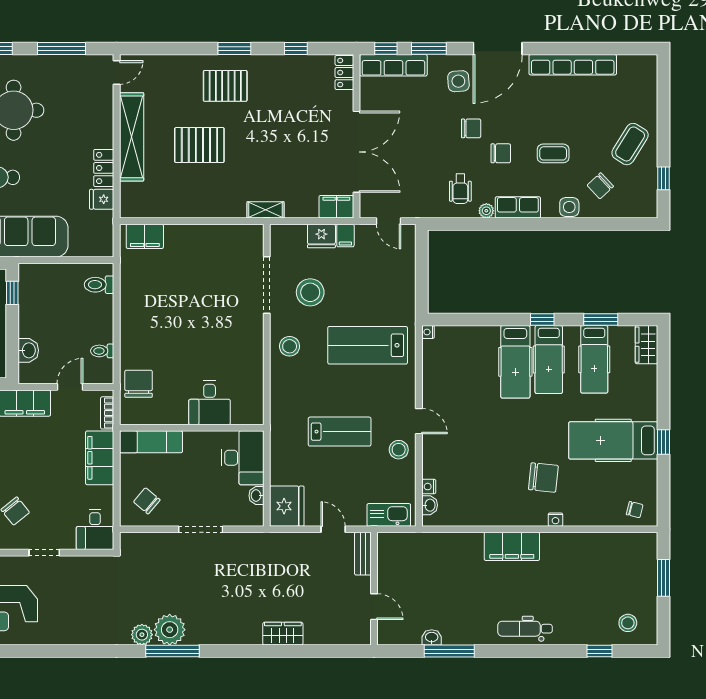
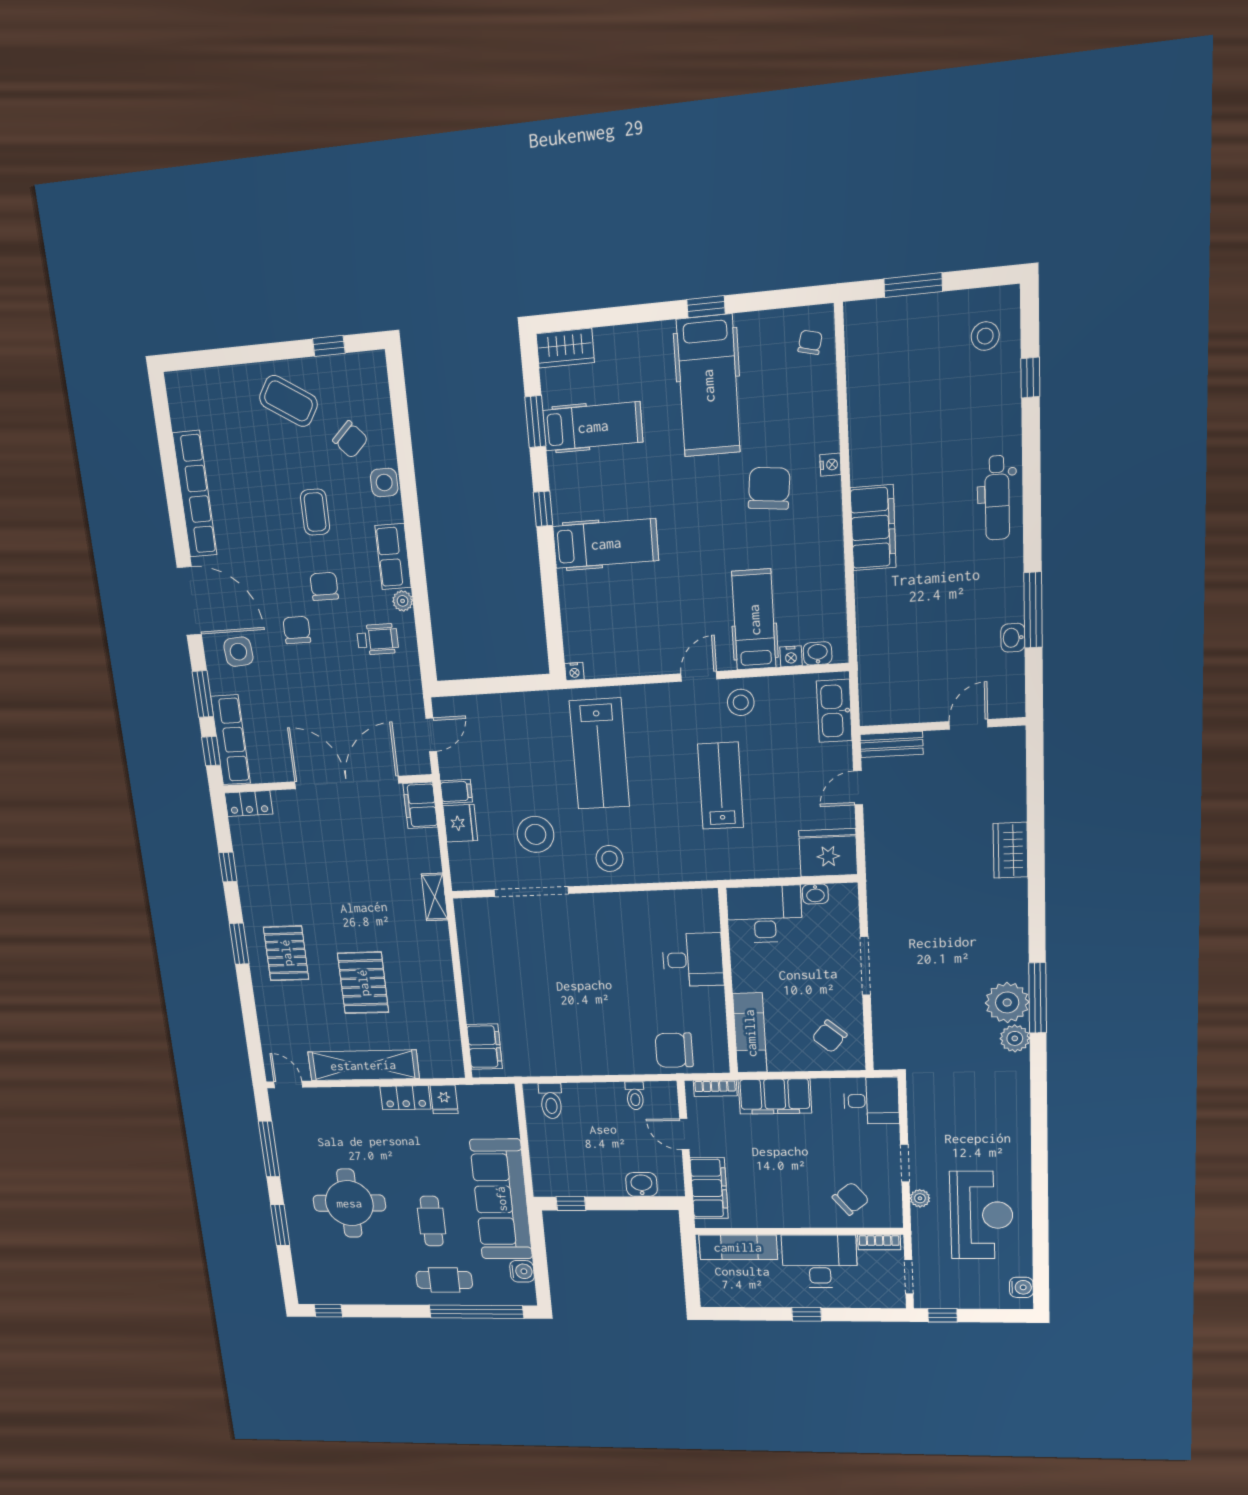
hospital bed: (549, 360) -> (754, 620), moved, turned -90
plant: (15, 563) -> (920, 1198), added

